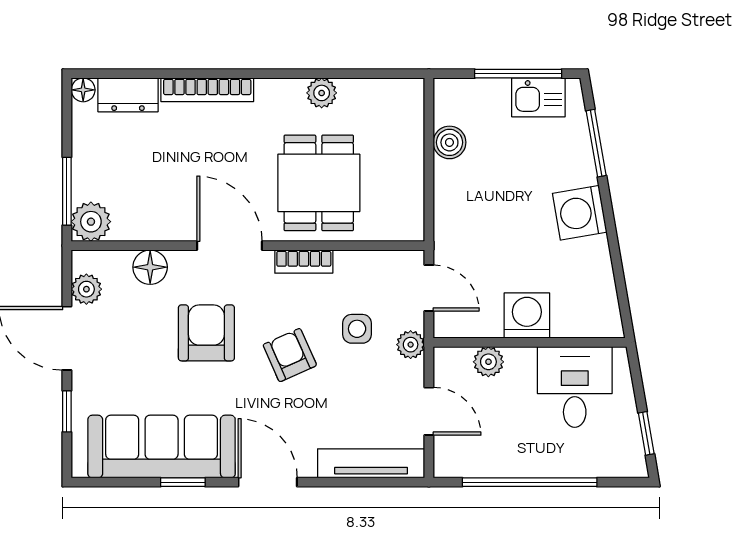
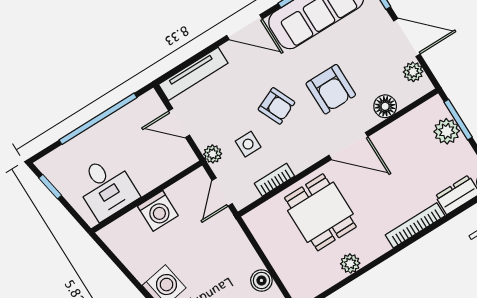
plant: (91, 222) -> (447, 131), moved
bookcase: (304, 262) -> (274, 180), moved
door: (429, 288) -> (222, 192), hinge flipped
plant: (488, 362) -> (163, 172), removed

